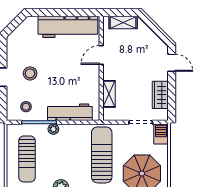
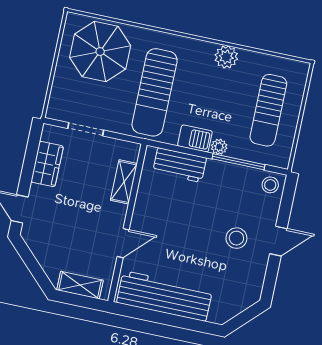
stool: (26, 107) -> (270, 185), moved
workbench: (70, 112) -> (180, 165), width x0.73
barbecue: (161, 134) -> (195, 138), moved, turned -90
sun lounger: (27, 159) -> (268, 110), turned 180

